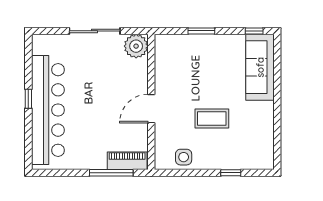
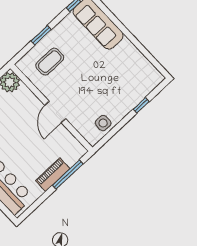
coffee table: (212, 118) -> (50, 62), moved
piano: (127, 161) -> (53, 175), moved

